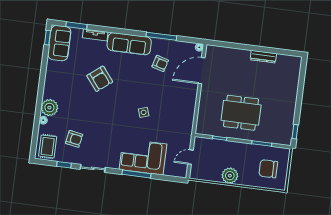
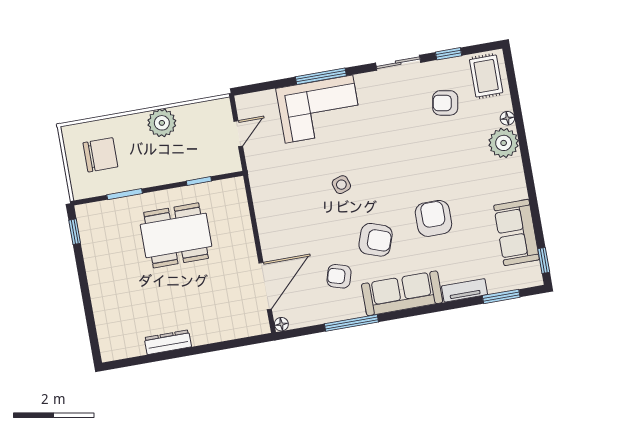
sofa: (59, 43) -> (516, 232), moved
armchair: (134, 77) -> (376, 240), added
armchair: (100, 79) -> (433, 218), turned 38

